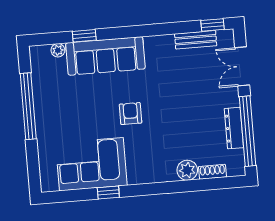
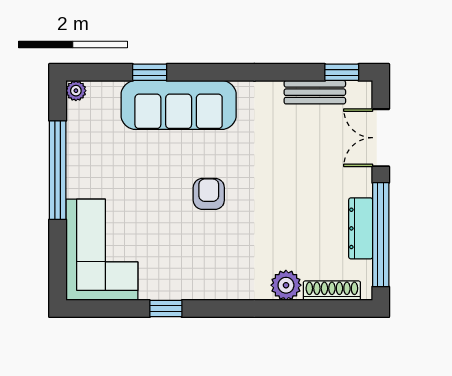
plant: (58, 50) -> (76, 91), moved
corner sofa: (91, 164) -> (102, 250), moved, turned 90
shoe rack: (212, 172) -> (332, 291), width x1.43

